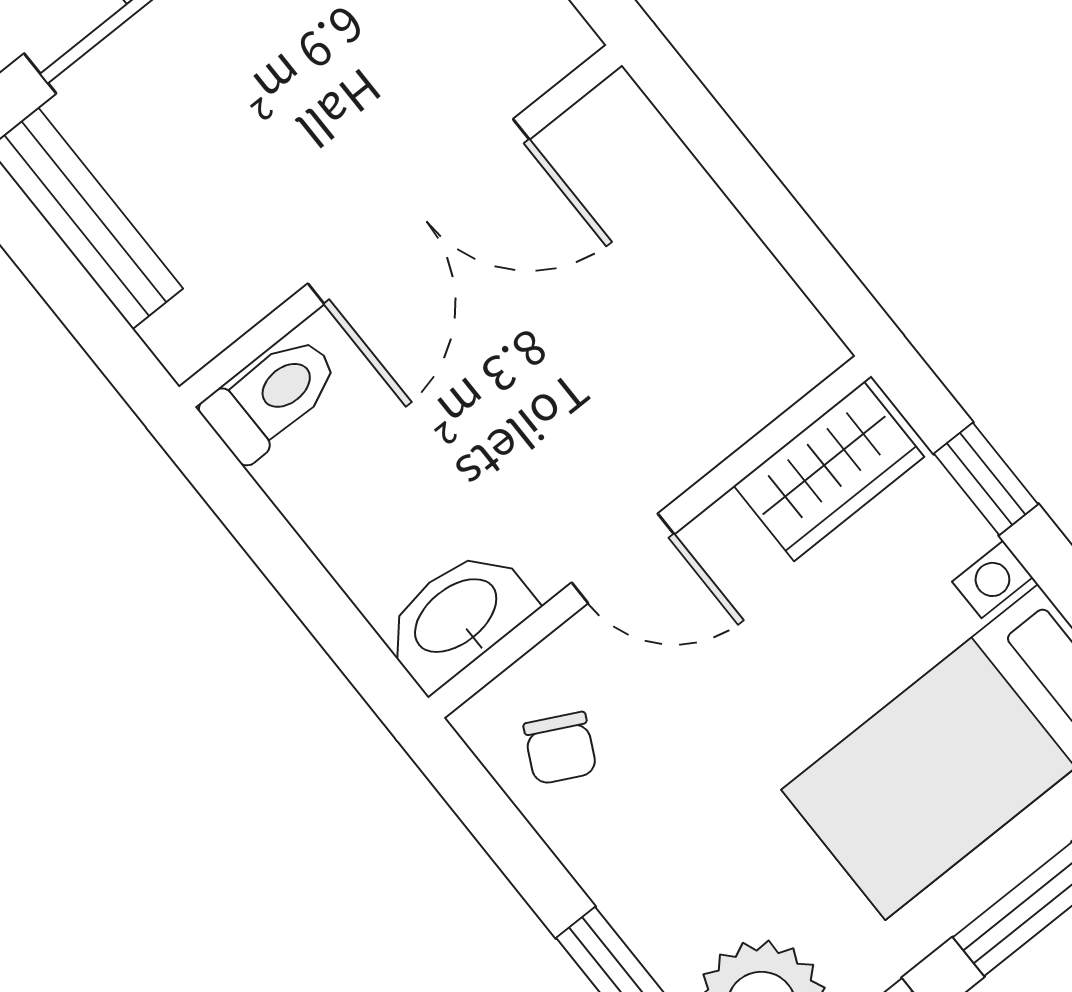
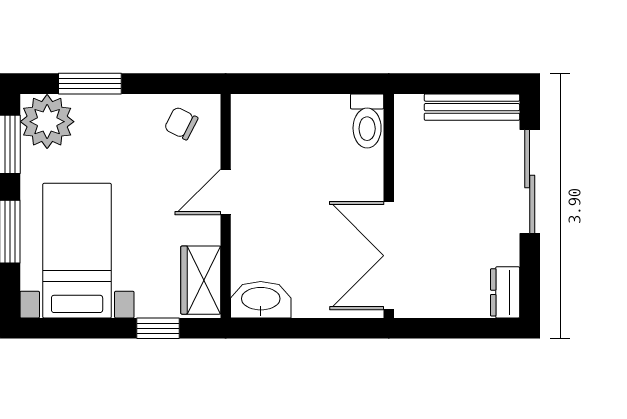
double door: (419, 212) -> (389, 256), moved
washbasin: (457, 618) -> (261, 300), moved, turned -90

